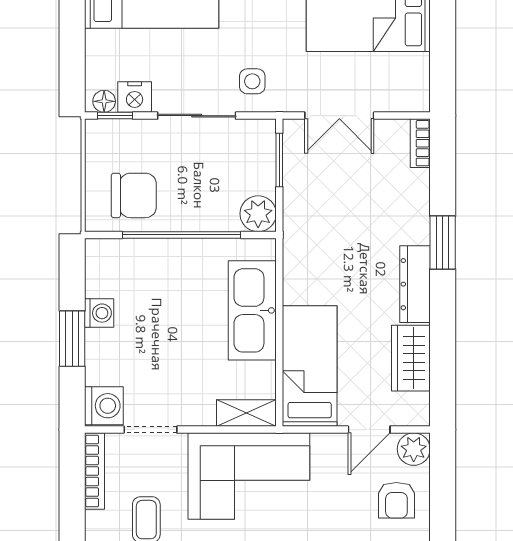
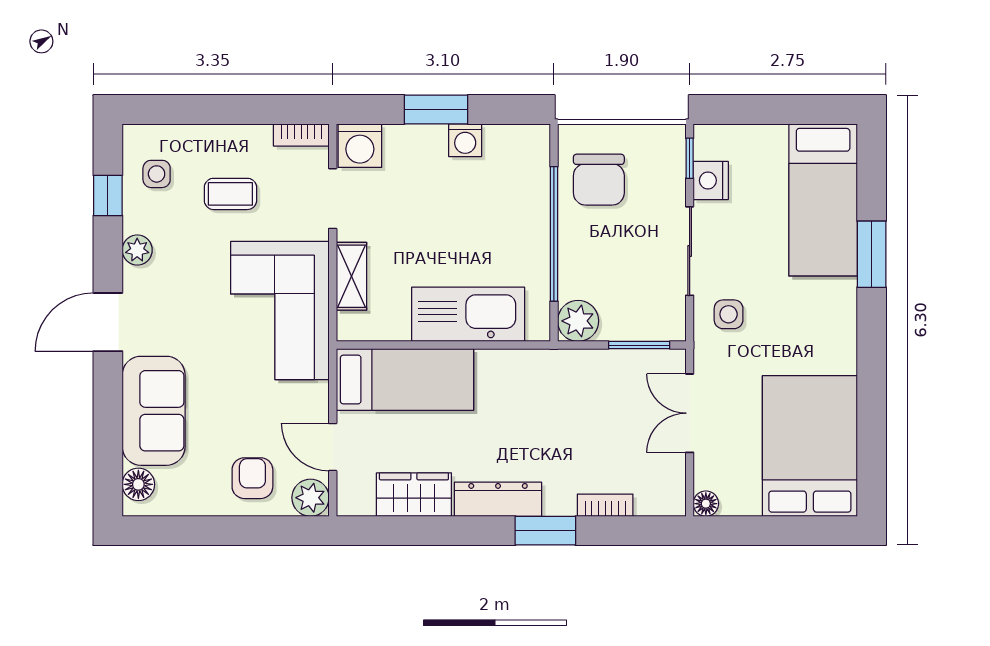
floor lamp: (104, 101) -> (706, 504), moved
bookcase: (420, 143) -> (605, 505), moved
shelving: (246, 413) -> (351, 276), moved
bookcase: (94, 471) -> (301, 135), width x0.64
armchair: (396, 500) -> (252, 478), turned 90

